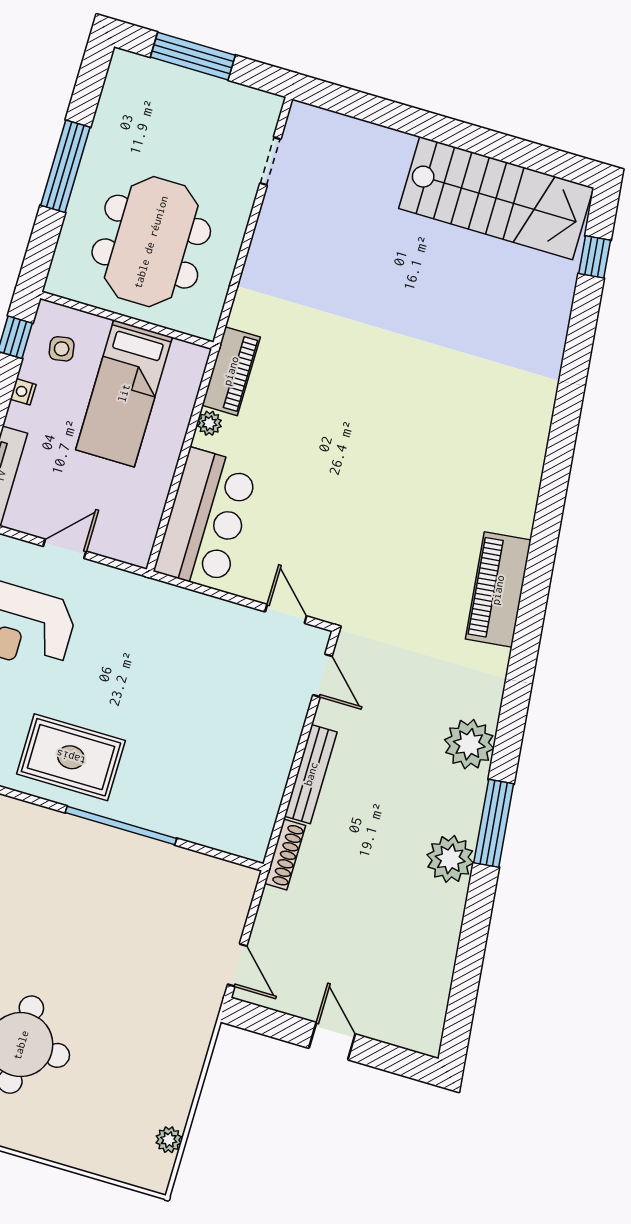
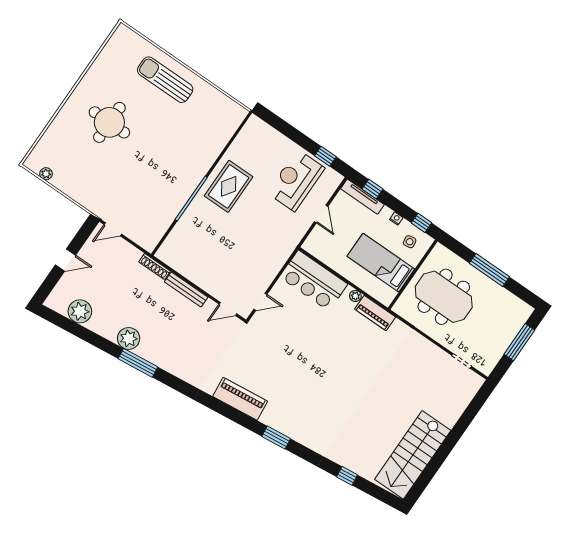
window: (595, 257) -> (347, 476), moved
window: (553, 490) -> (276, 438), added
plant: (469, 744) -> (80, 311), moved

